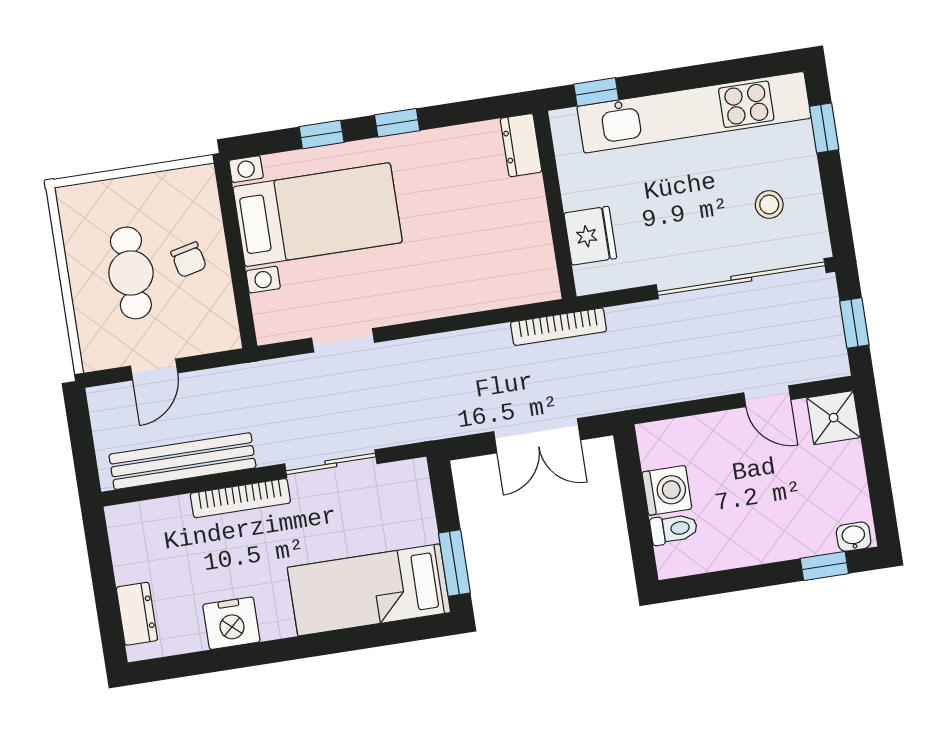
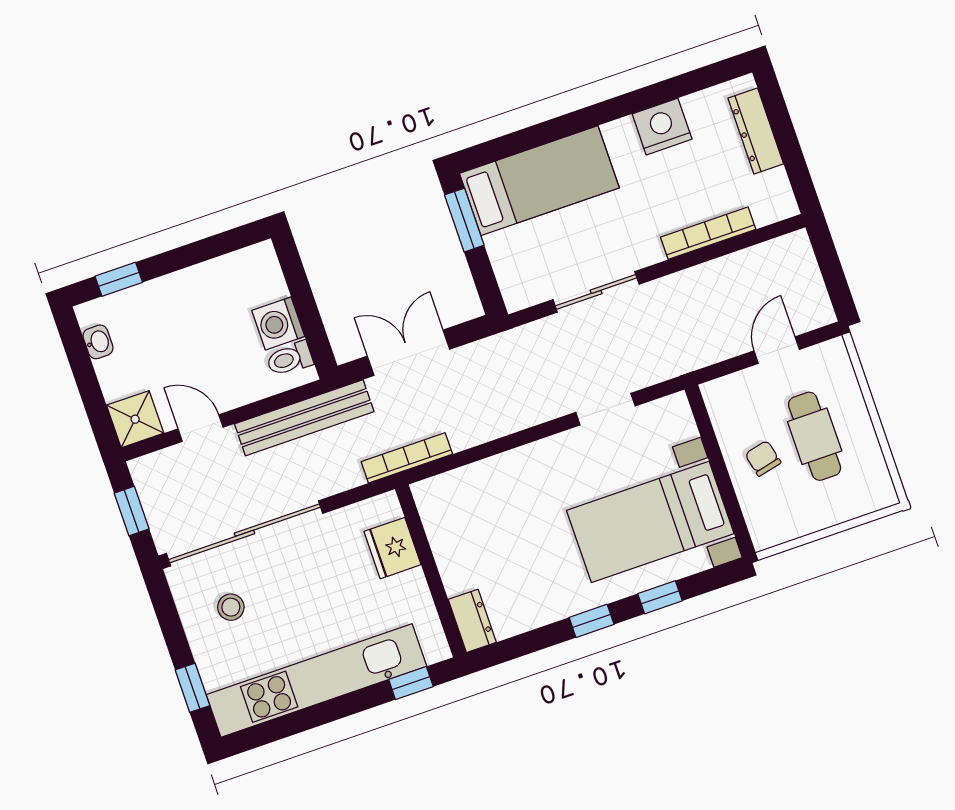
bench: (182, 461) -> (304, 418), moved
bookcase: (240, 498) -> (708, 233), moved
toilet: (674, 529) -> (290, 359), moved
washbasin: (854, 537) -> (98, 342), moved, turned -90
dresser: (137, 614) -> (756, 131), width x1.44

